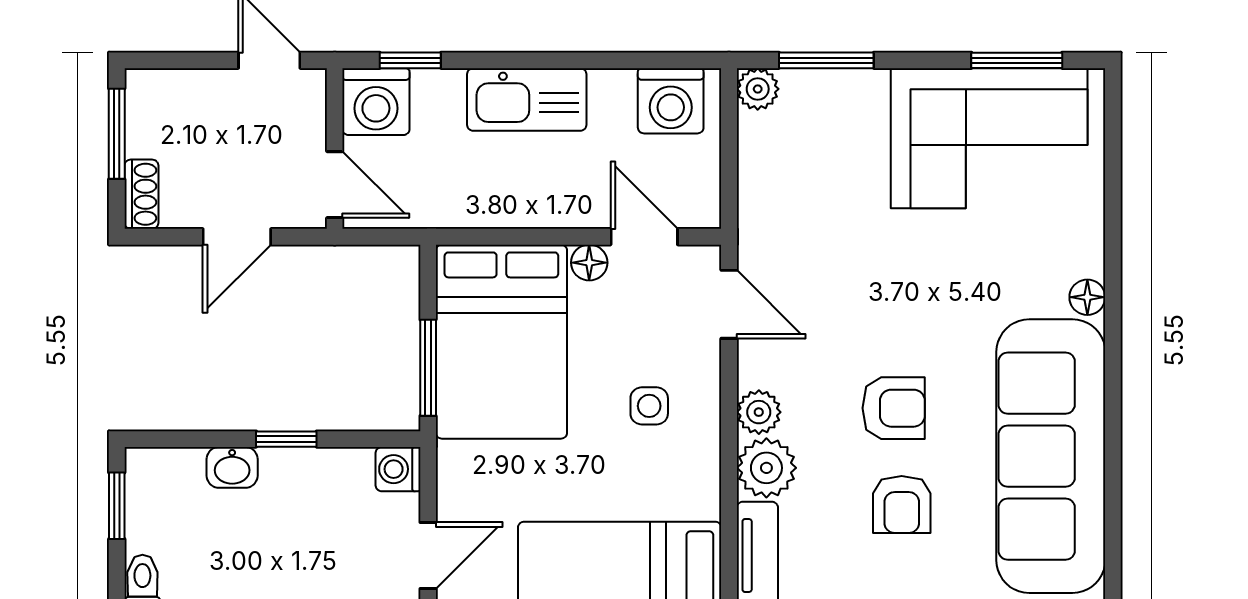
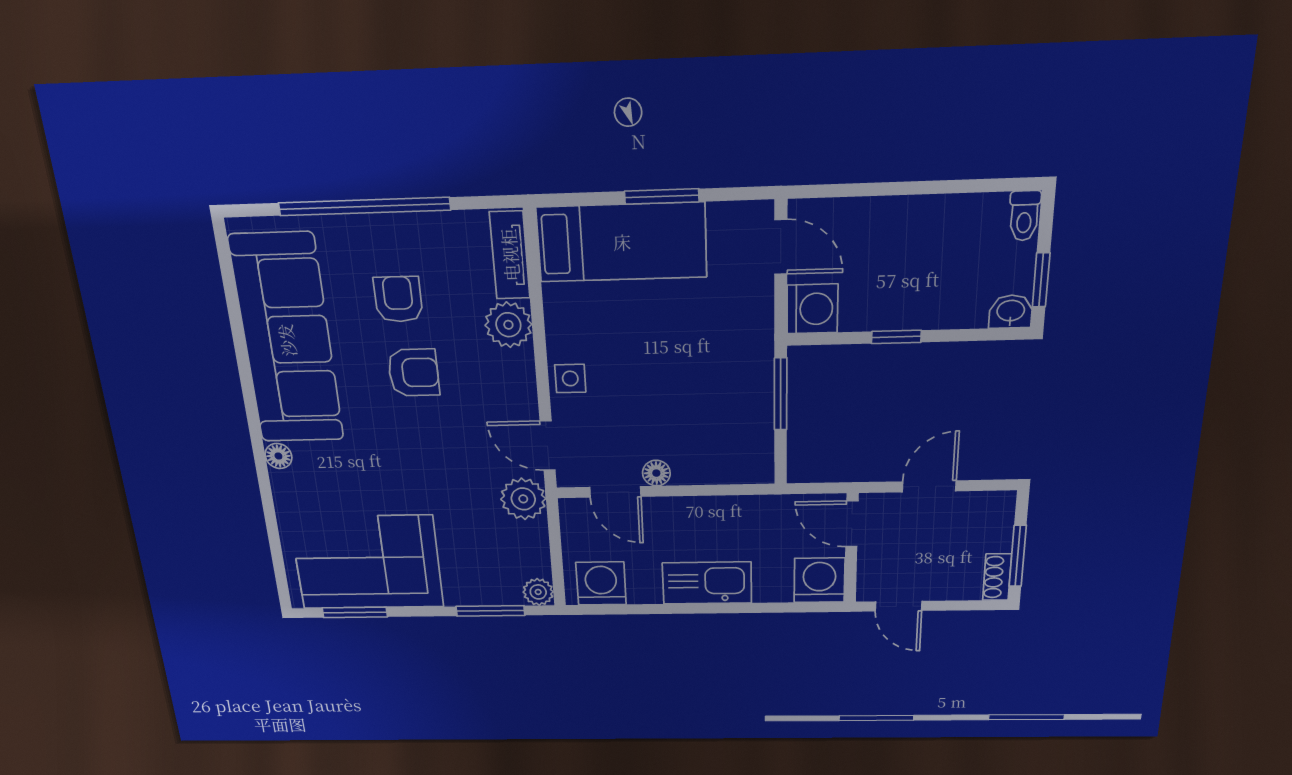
window: (410, 60) -> (794, 607), removed
shoe rack: (141, 194) -> (997, 577), moved
bed: (501, 342) -> (723, 415), removed
side table: (649, 406) -> (570, 378), moved
armchair: (894, 408) -> (413, 373), turned 180
plant: (759, 412) -> (523, 499), moved, width x1.38, depth x1.38
washbasin: (232, 467) -> (1011, 312), moved
washing machine: (398, 469) -> (812, 309), width x1.38, depth x1.38
door: (428, 555) -> (781, 247), swing flipped

